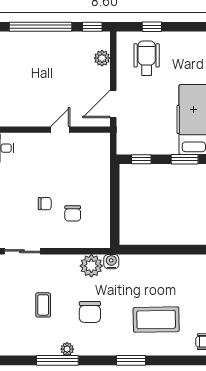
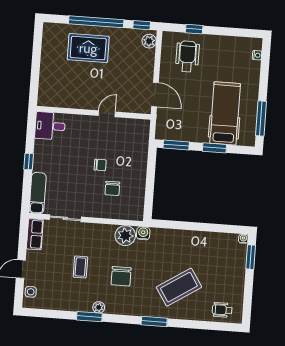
rug: (34, 57) -> (88, 48), added
plant: (102, 58) -> (149, 41), moved
door: (113, 104) -> (155, 95), swing flipped
window: (141, 159) -> (176, 145), width x1.50
chair: (45, 204) -> (100, 165), moved
coffee table: (156, 320) -> (179, 287), turned -32
window: (57, 360) -> (89, 317), width x0.69

